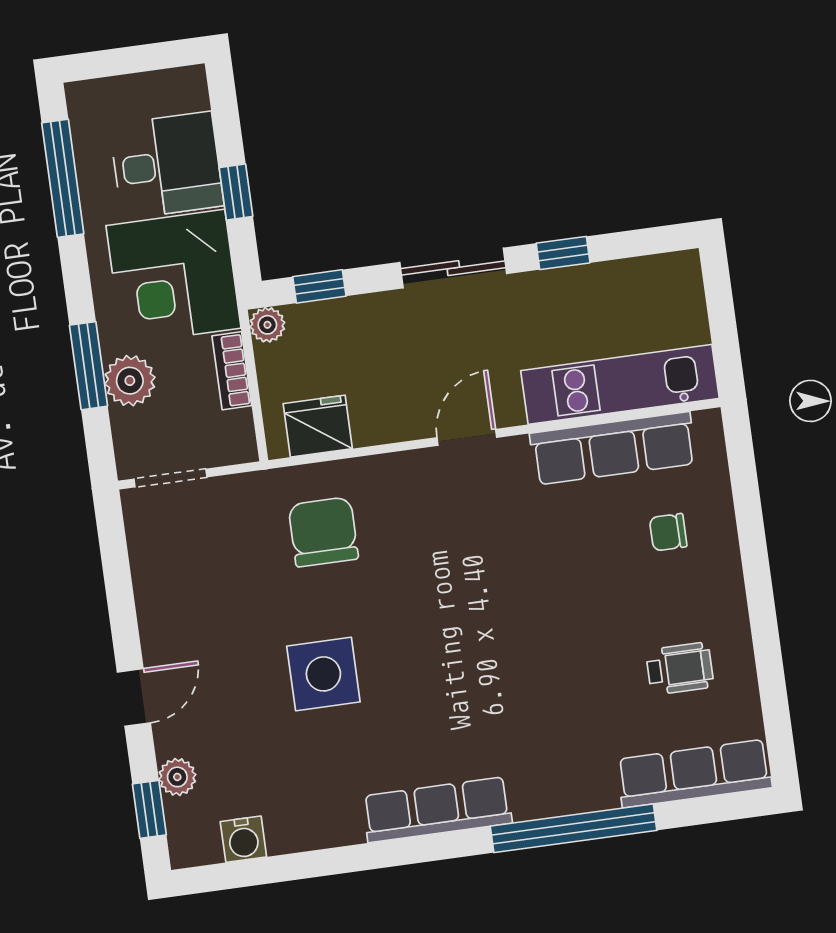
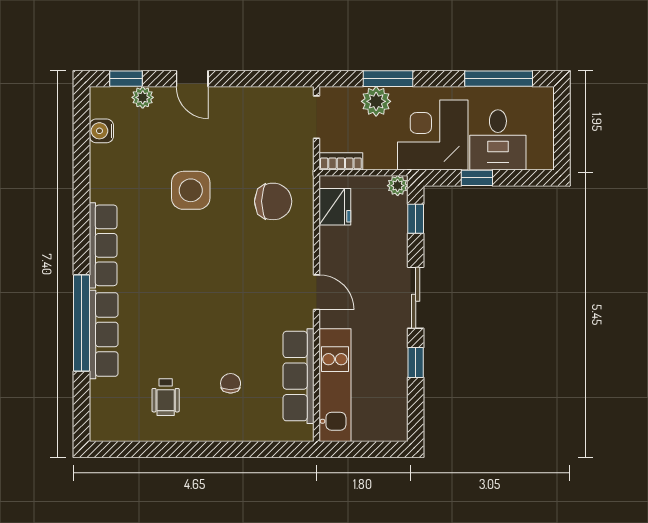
bookcase: (232, 371) -> (341, 161), moved
chair: (668, 532) -> (231, 383), moved
row of seats: (694, 773) -> (104, 334), moved

